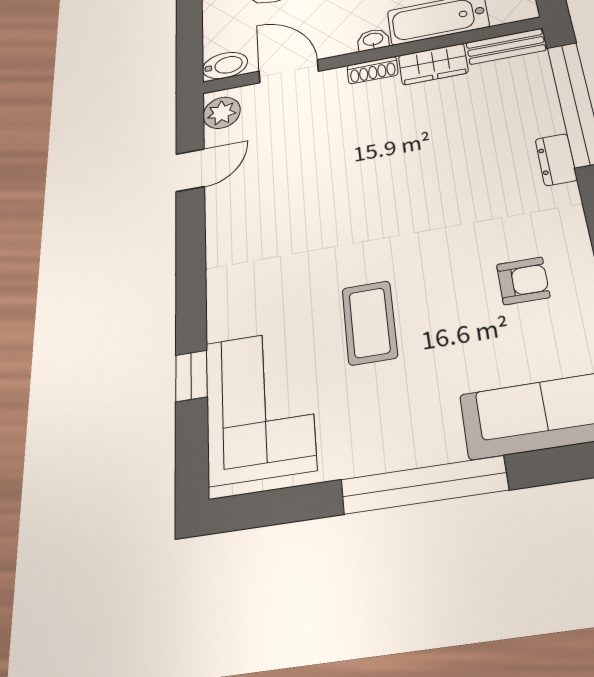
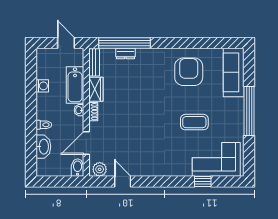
dresser: (556, 160) -> (125, 54), moved
armchair: (523, 281) -> (189, 72), width x1.88, depth x1.88

